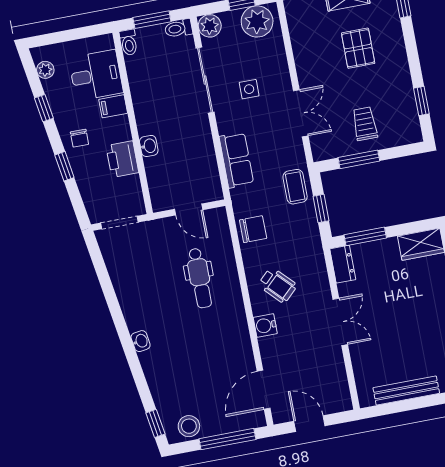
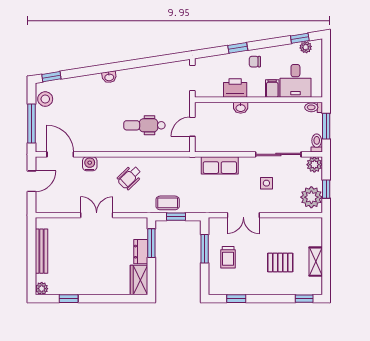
window: (44, 108) -> (300, 38), moved
trolley: (365, 124) -> (228, 257), turned 90
coffee table: (295, 187) -> (168, 203), moved
chair: (253, 229) -> (171, 168), removed
dresser: (343, 264) -> (141, 252), moved, turned 90
double door: (340, 322) -> (97, 215), swing flipped
water cooler: (265, 325) -> (90, 164), moved

